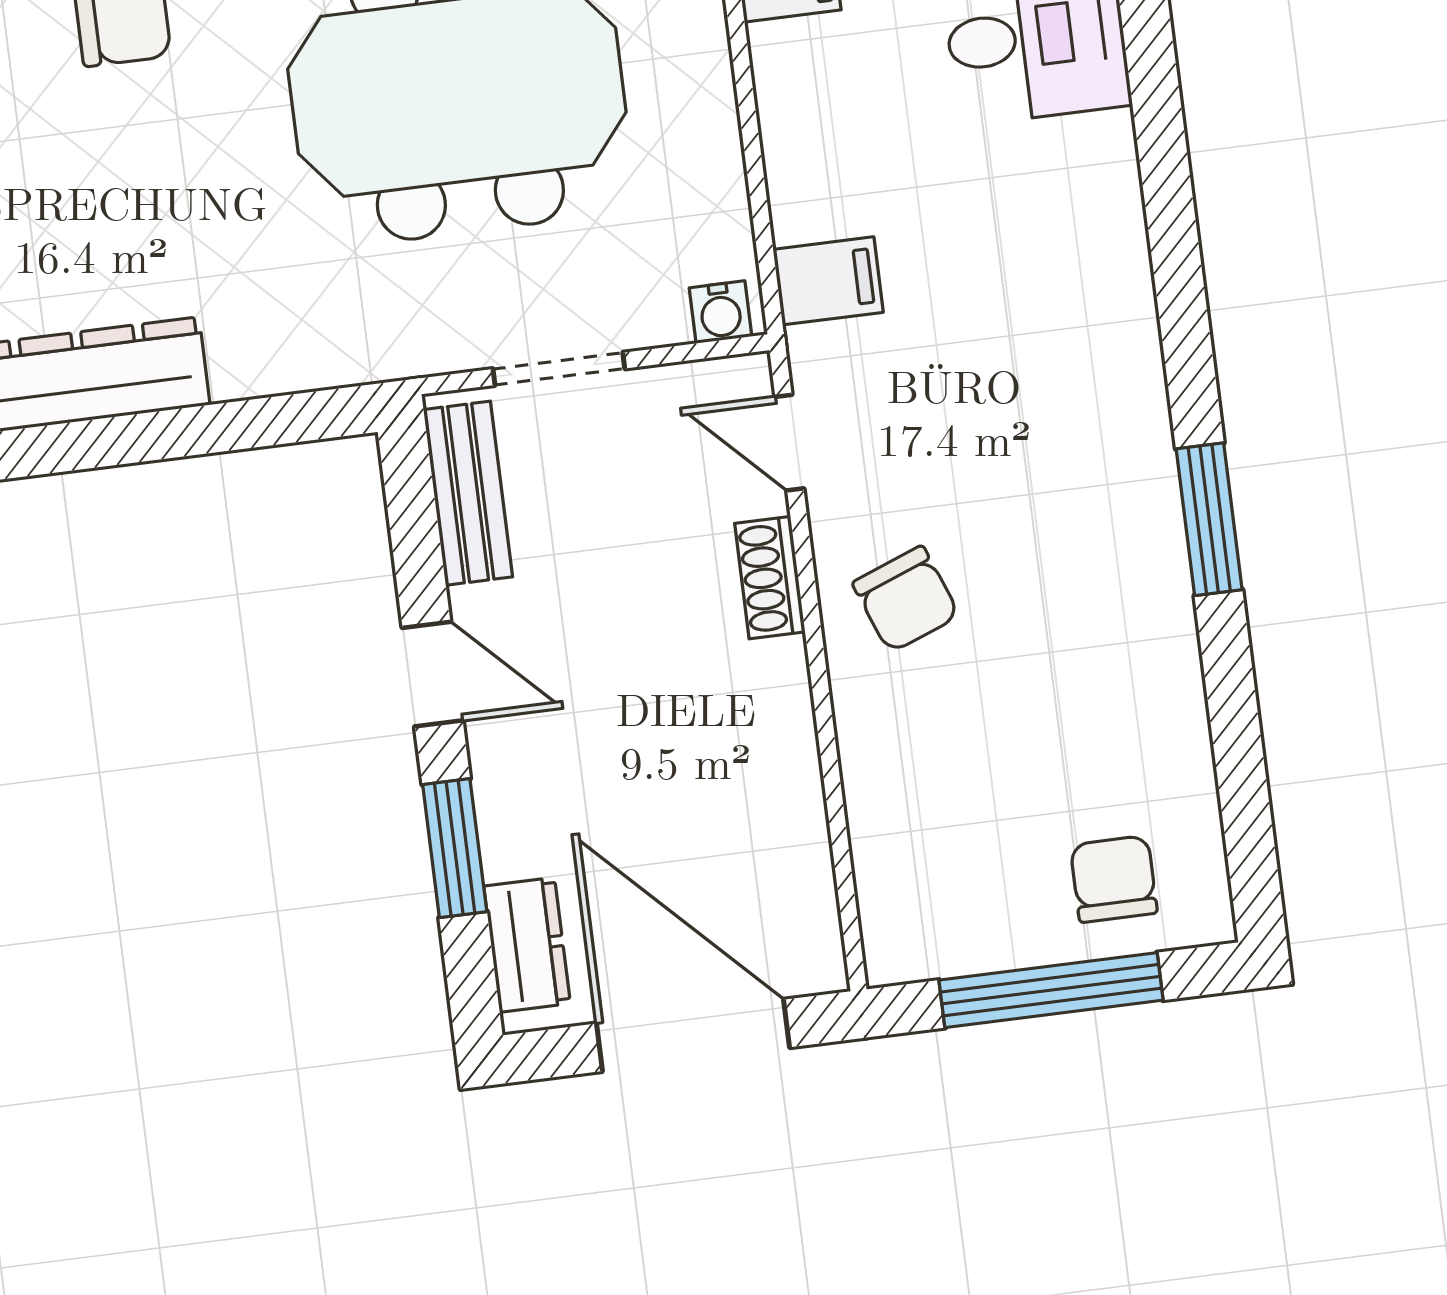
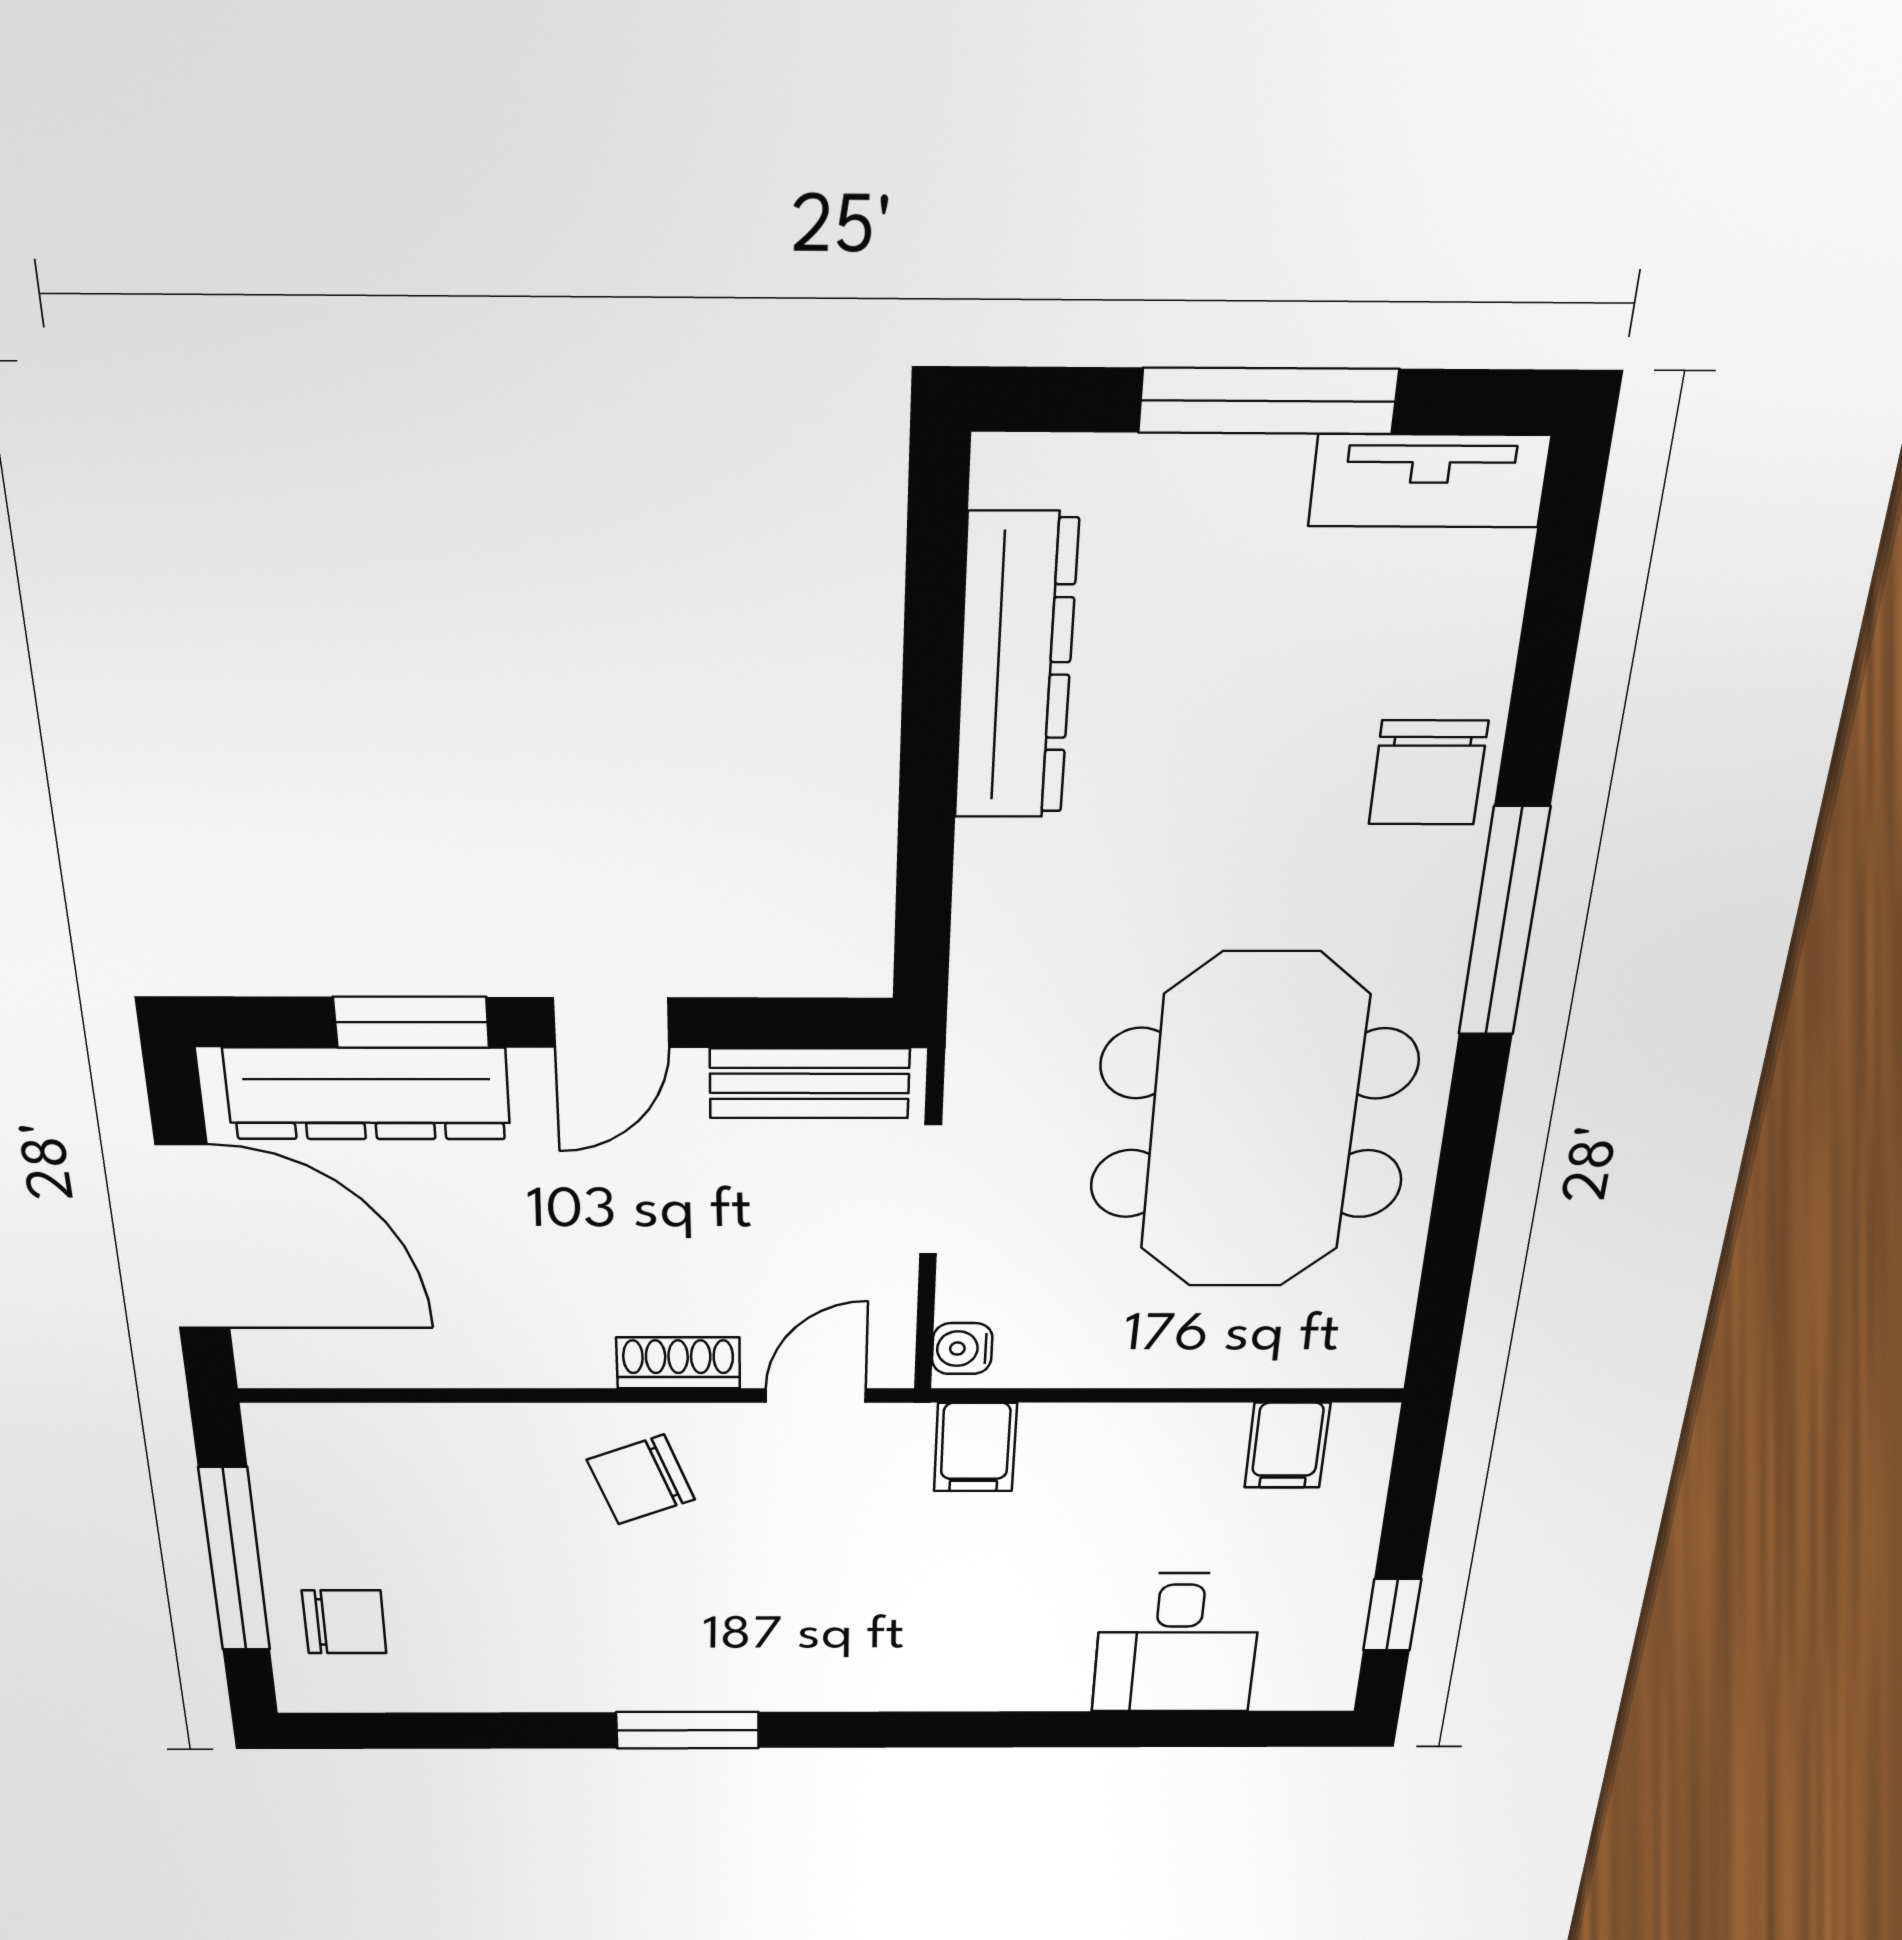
dresser: (527, 945) -> (368, 1094), width x1.96, depth x1.24
door: (693, 1035) -> (193, 1238), hinge flipped

